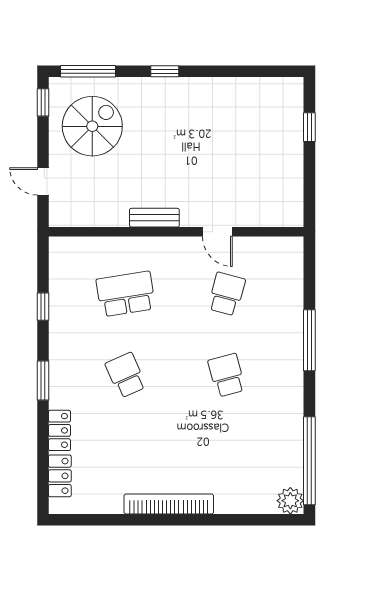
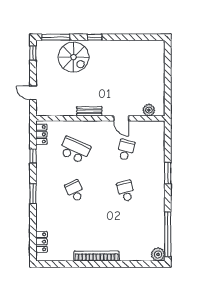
spiral stairs: (92, 126) -> (74, 57), moved, turned 90
window: (309, 127) -> (168, 65), removed
plant: (272, 215) -> (149, 110), added
school desk: (126, 294) -> (75, 150), turned 33
window: (309, 340) -> (168, 173), width x0.69
locker: (59, 430) -> (41, 134), moved

